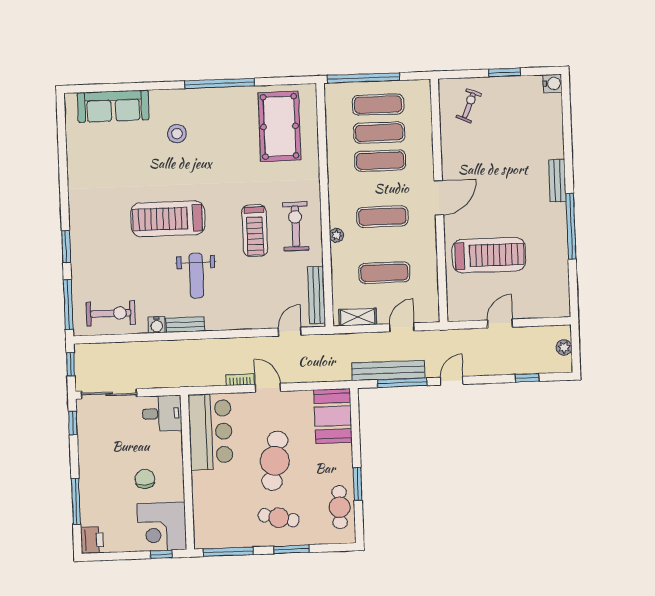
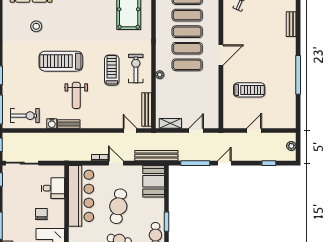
stool: (177, 134) -> (36, 26), moved
bench: (557, 181) -> (291, 24), moved
treadmill: (255, 231) -> (112, 70), turned 180
treadmill: (489, 255) -> (249, 90), width x0.73, depth x0.73
exercise mat: (384, 273) -> (187, 48), moved
door: (290, 332) -> (130, 130), hinge flipped
bench: (388, 370) -> (156, 156), moved
desk: (162, 413) -> (53, 188), moved
bar counter: (211, 432) -> (81, 196), width x1.36

